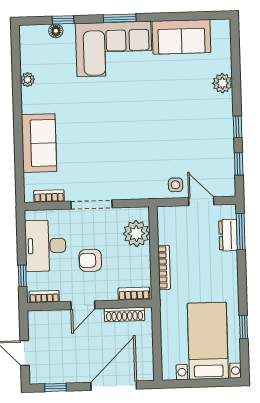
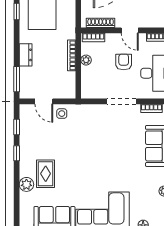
rug: (196, 99) -> (46, 174), added
plant: (136, 234) -> (86, 60), moved, width x0.53, depth x0.53
dresser: (228, 235) -> (26, 55), moved
armchair: (90, 260) -> (124, 62), turned -90
door: (83, 305) -> (130, 30), swing flipped

